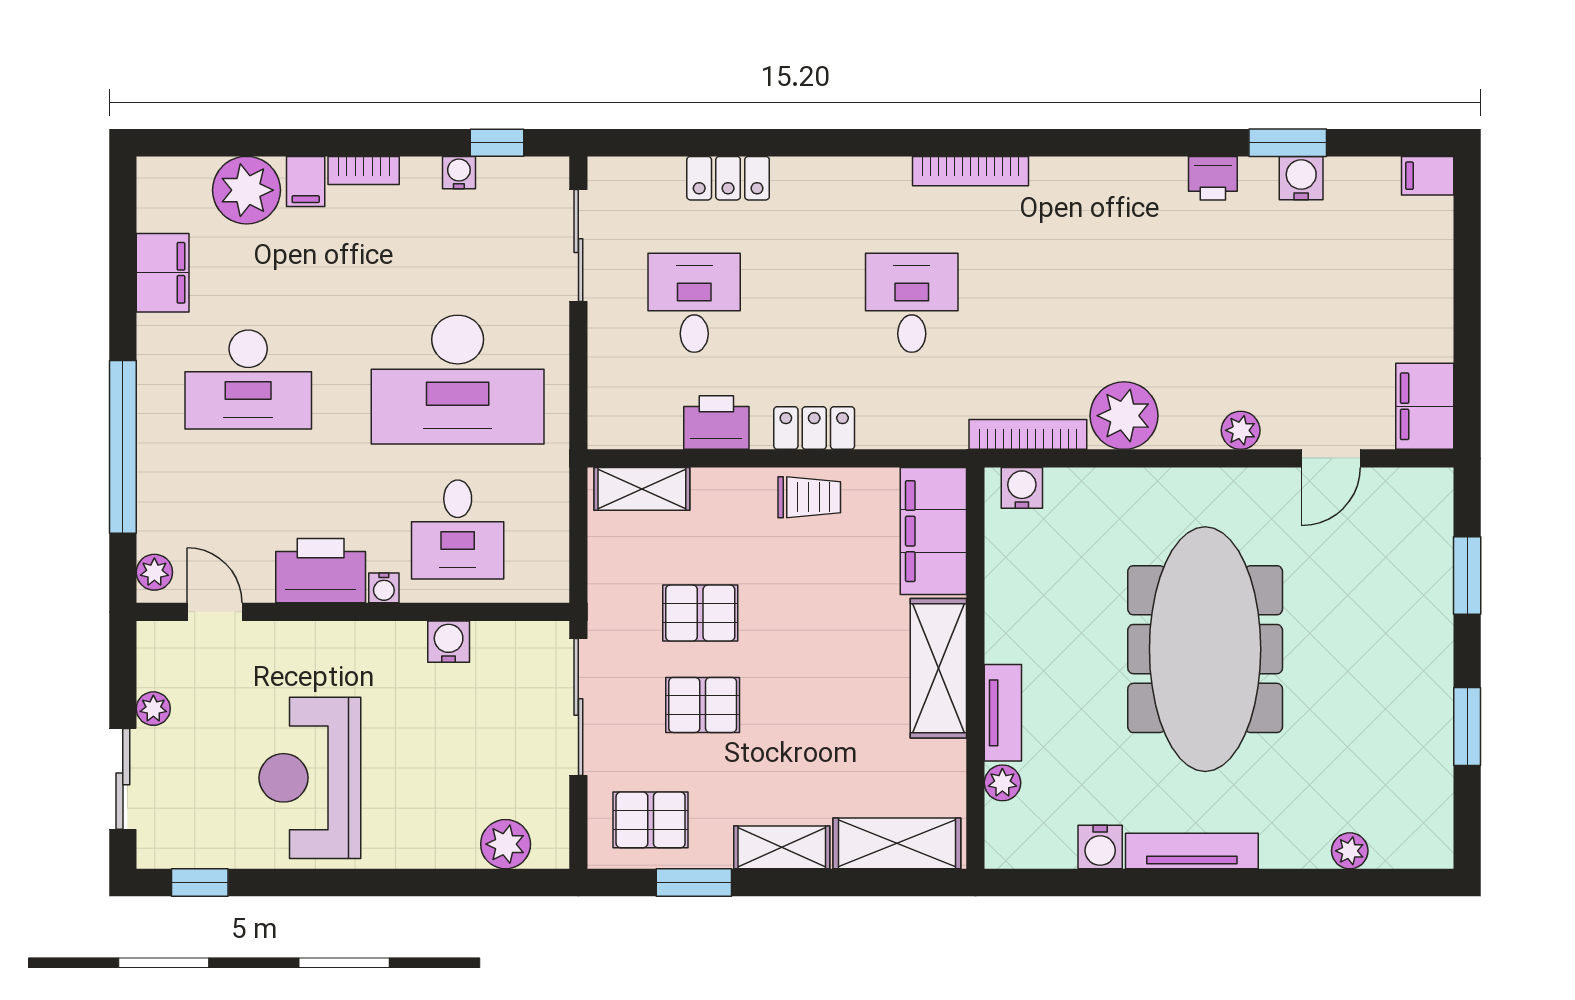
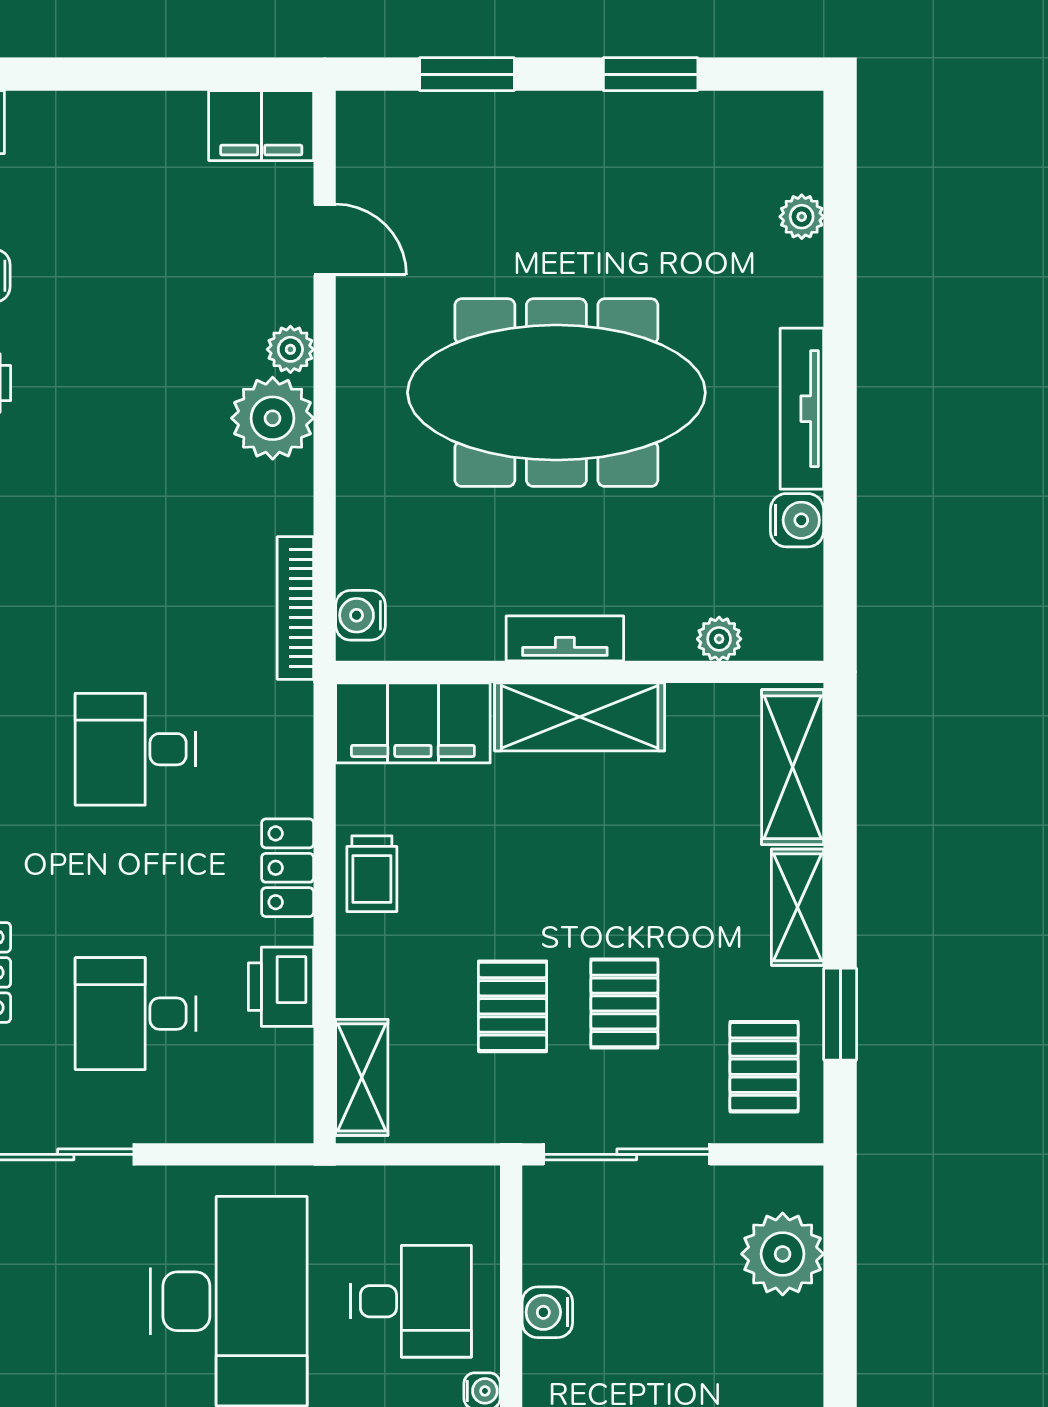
plant: (1124, 416) -> (273, 418), moved
trolley: (809, 497) -> (372, 874), turned 180
tv unit: (1003, 713) -> (565, 638), moved
plant: (506, 844) -> (783, 1254), width x1.36, depth x1.36

